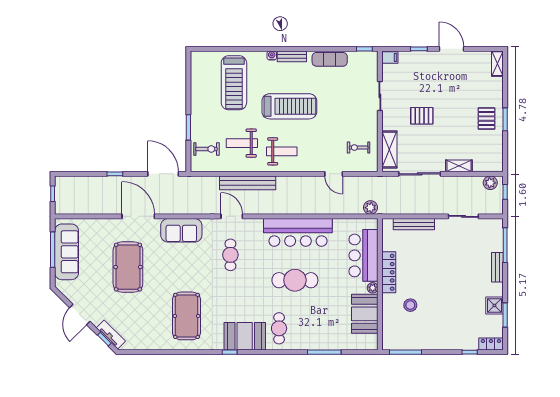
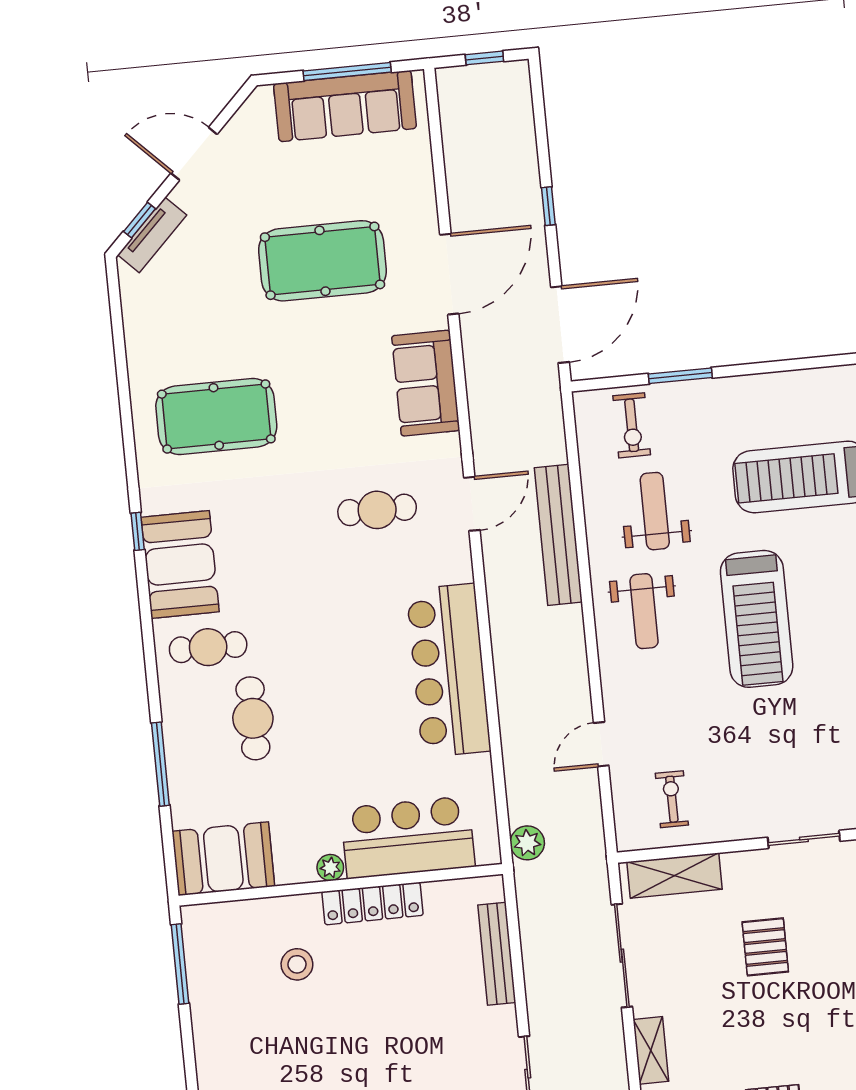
cafe table: (295, 280) -> (253, 718), moved, width x0.73, depth x0.74
booth: (365, 314) -> (223, 859), moved

